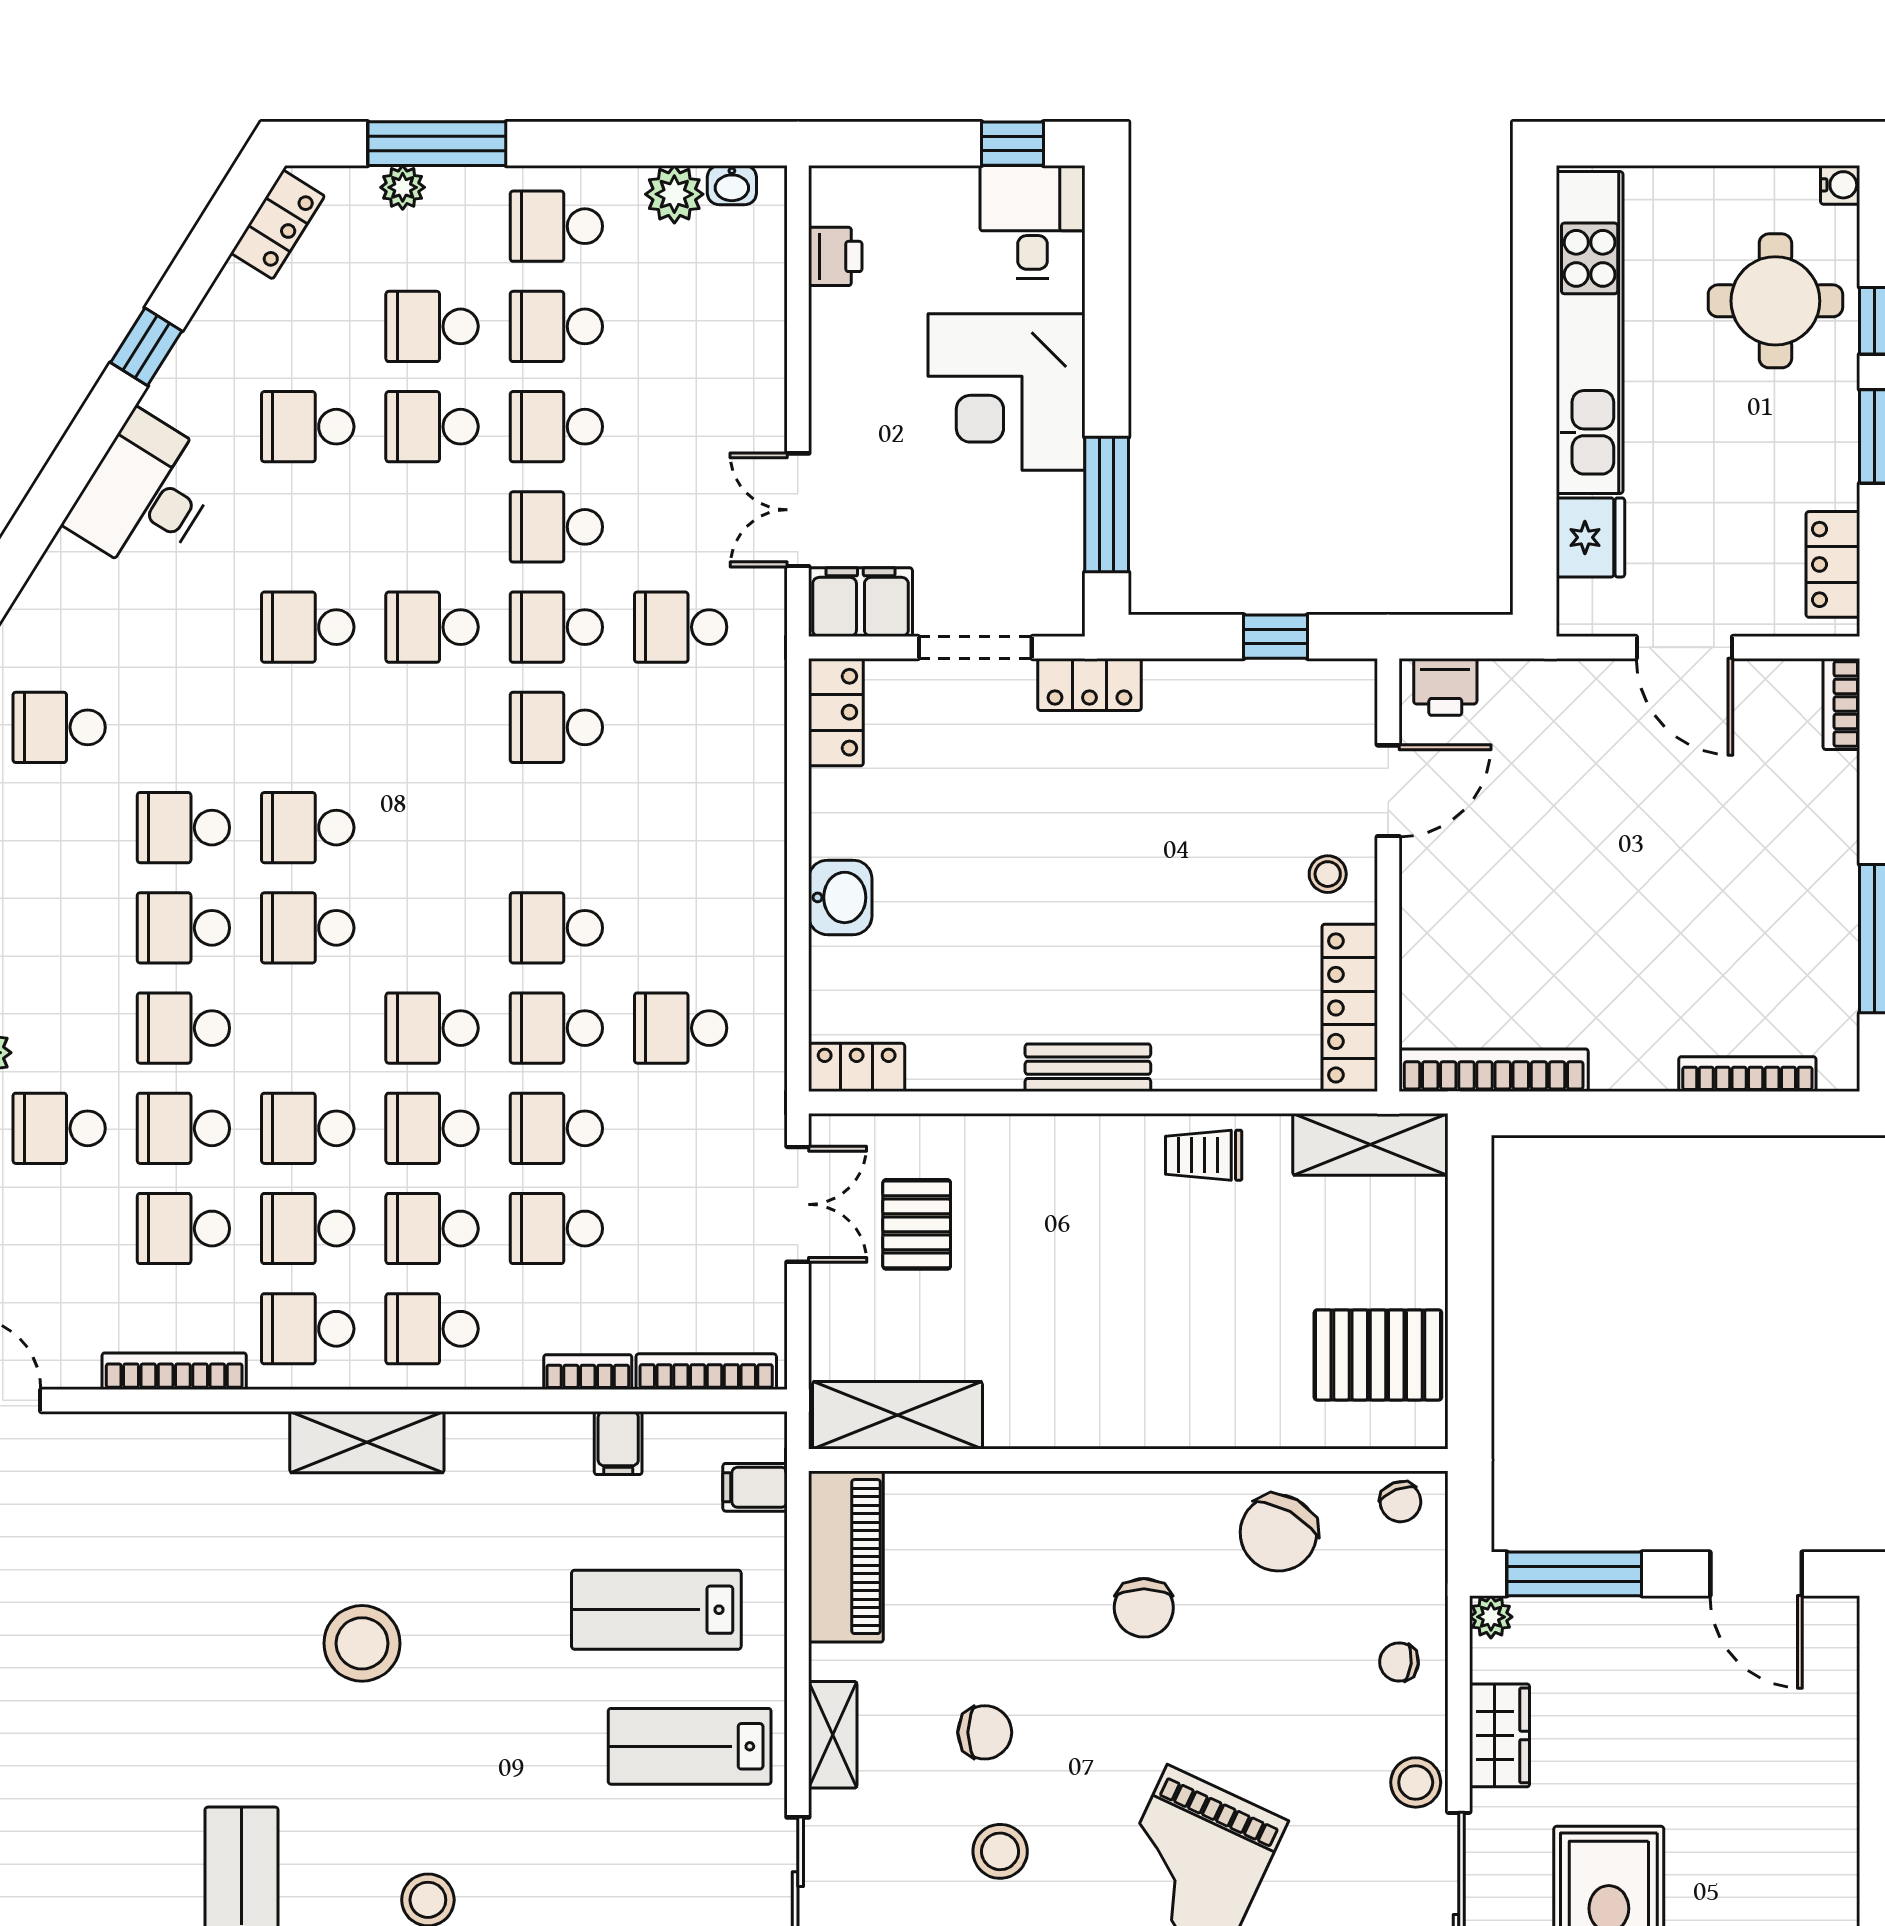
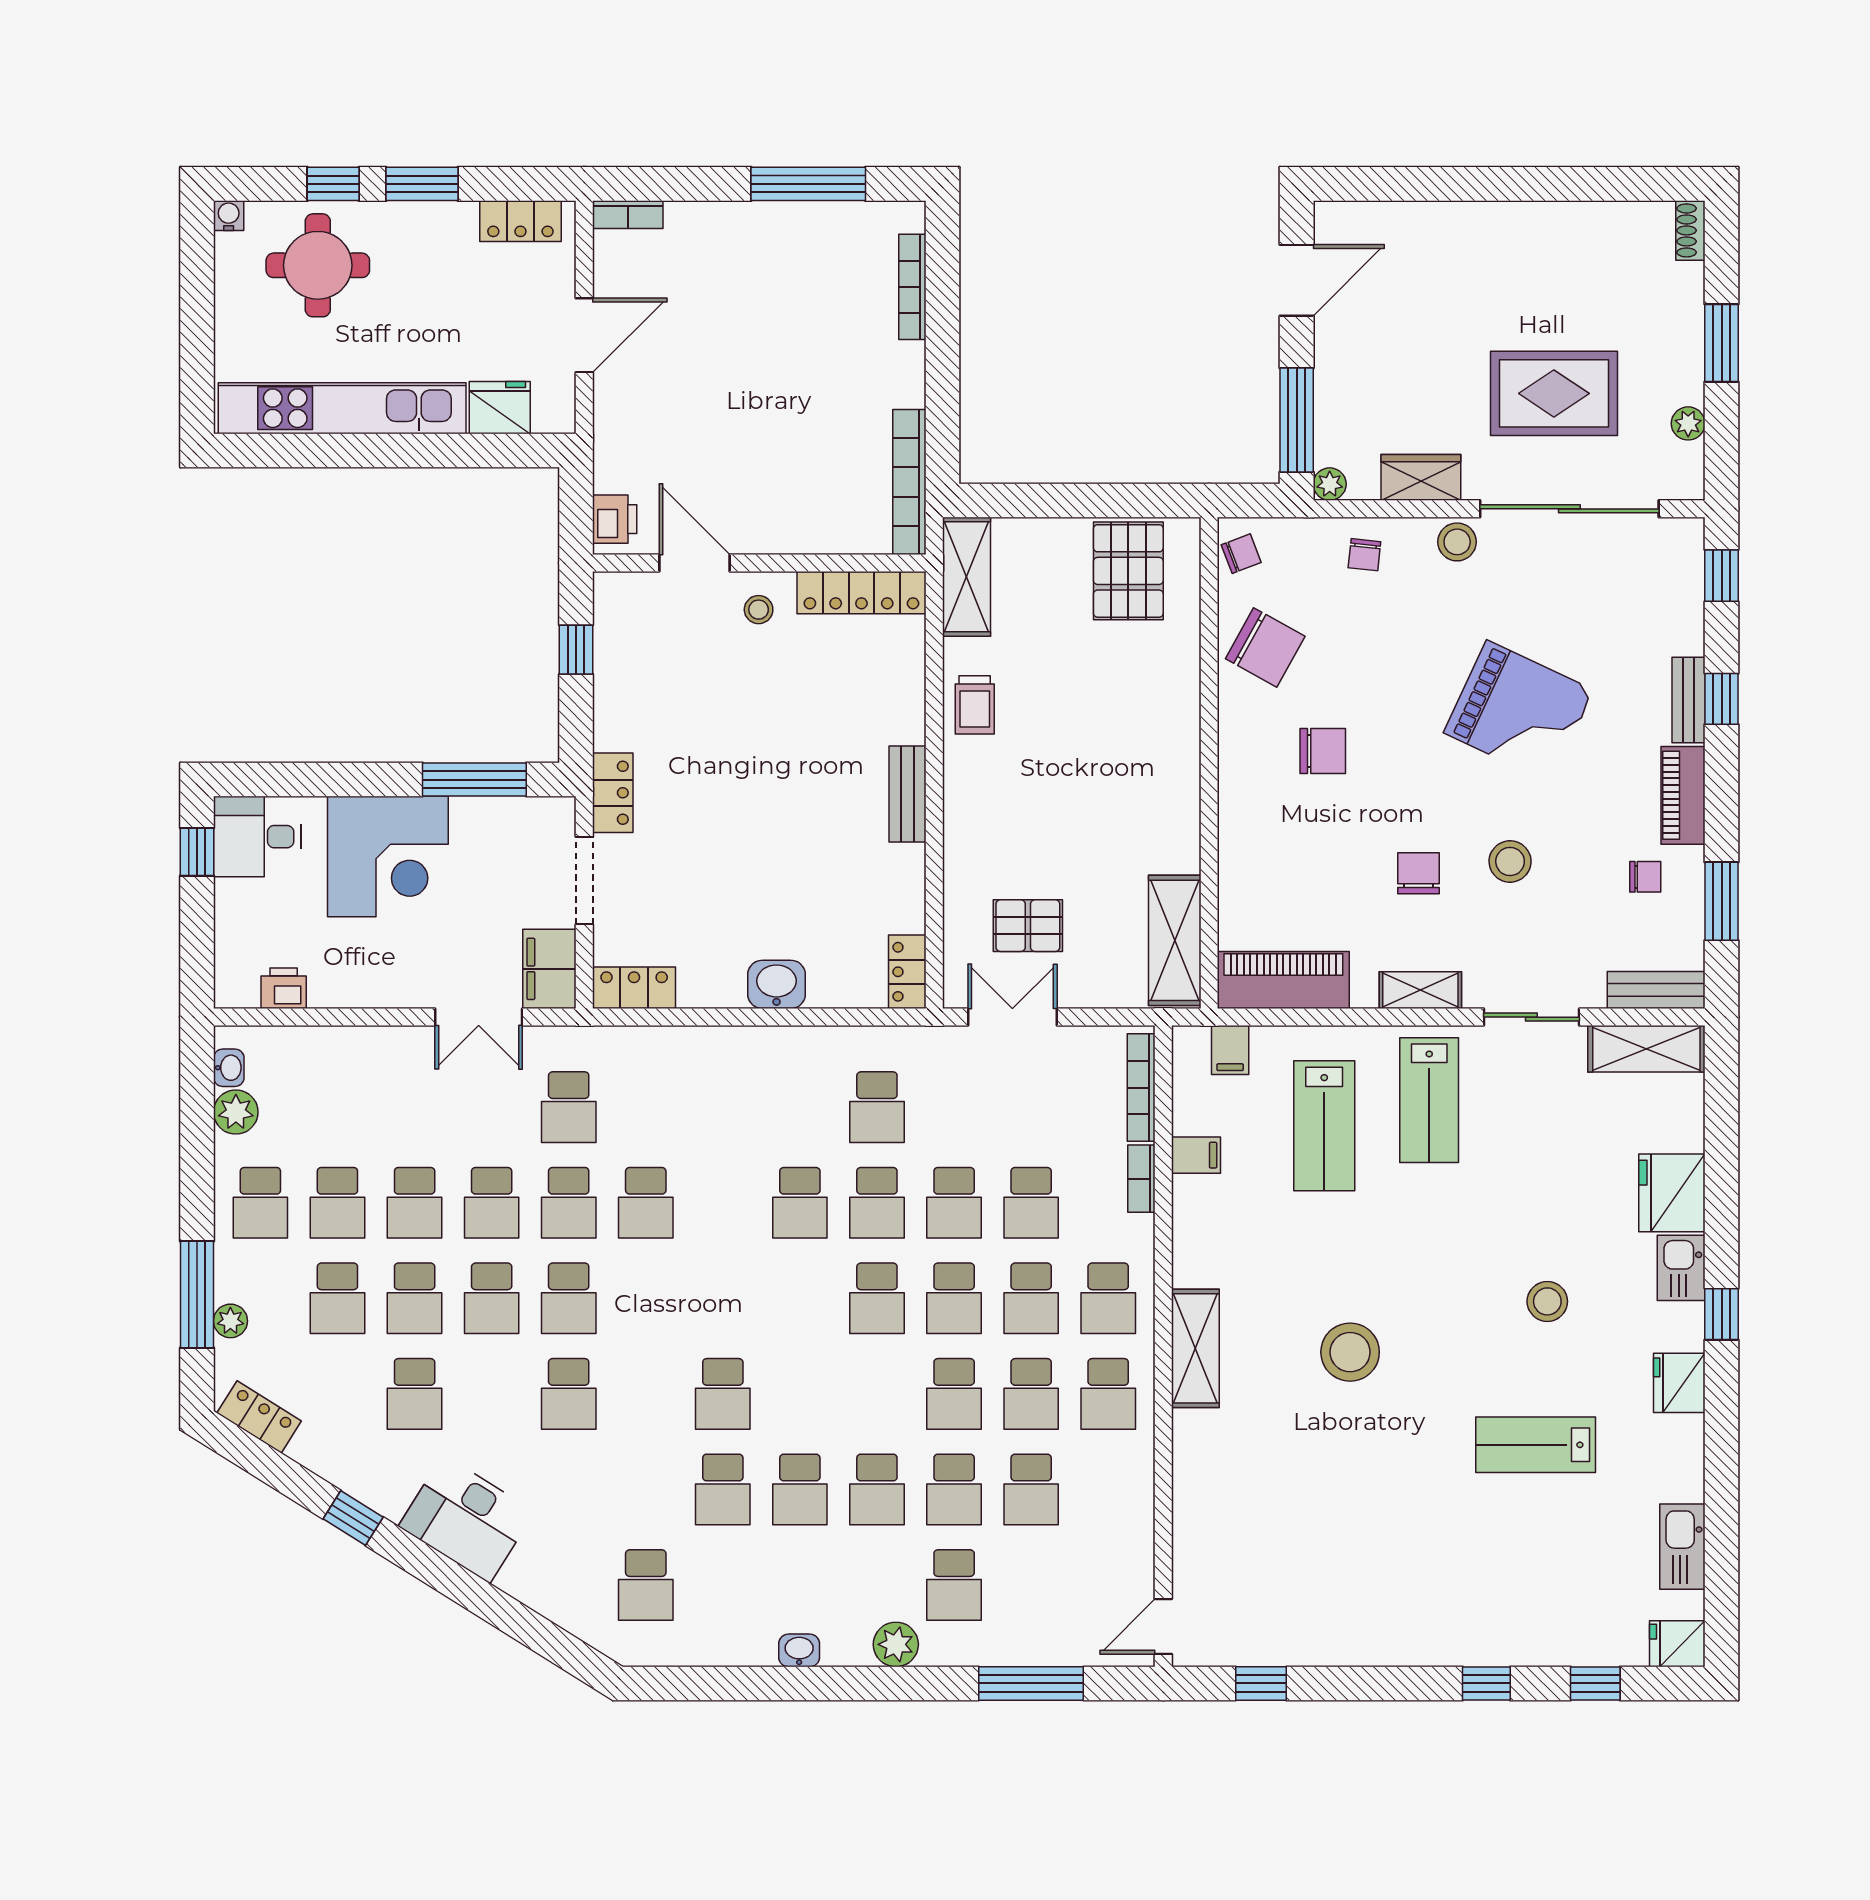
school desk: (308, 928) -> (492, 1298), moved
bookcase: (174, 1371) -> (1141, 1497), removed

